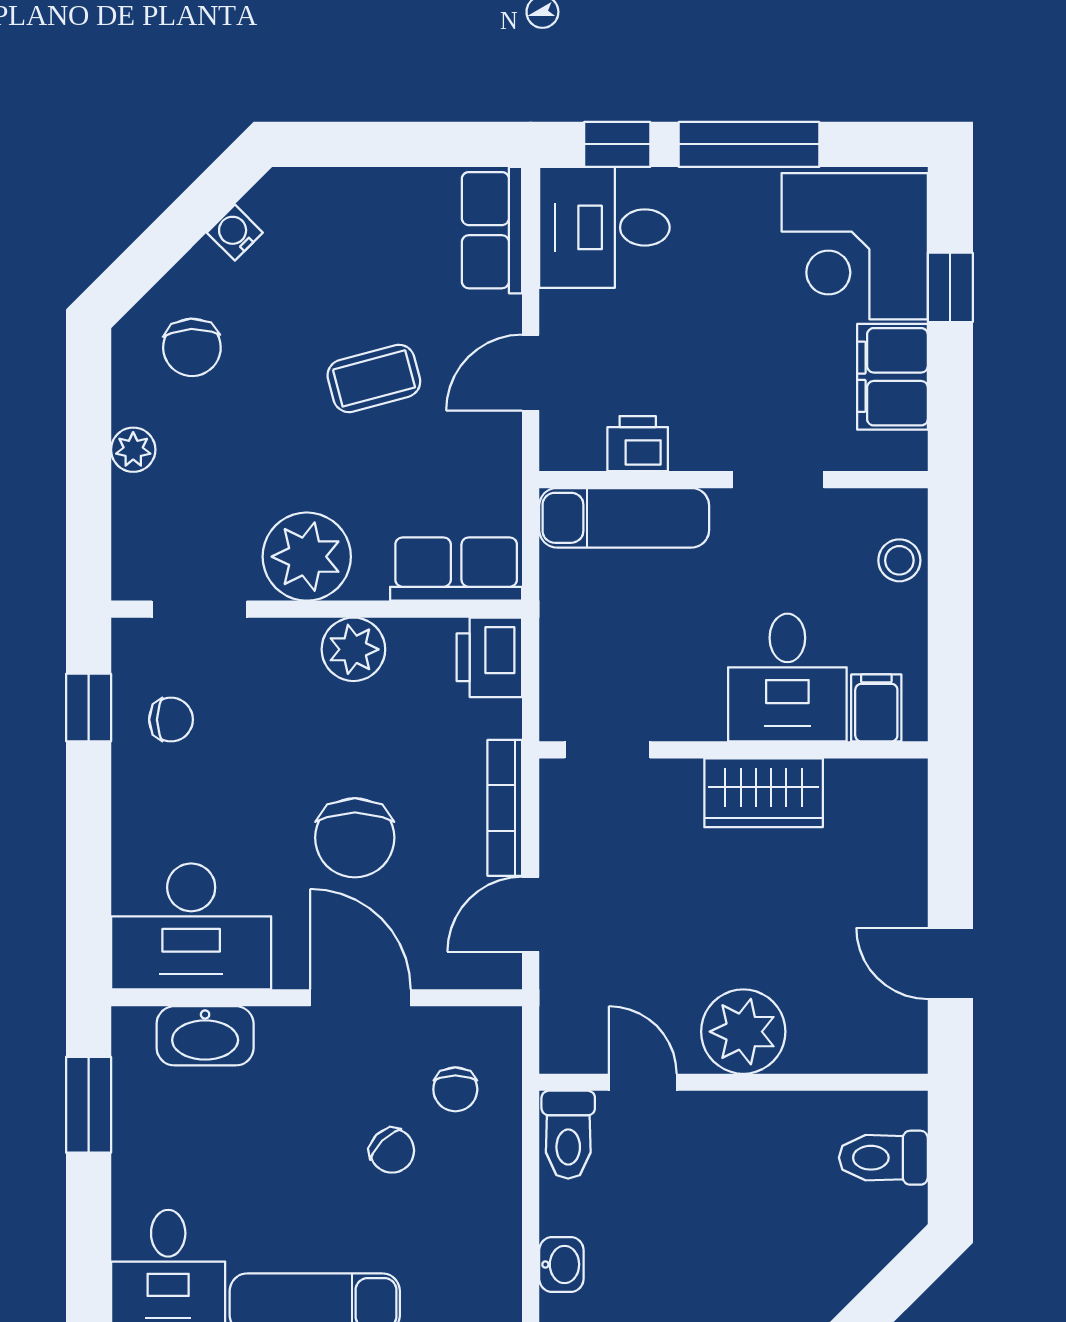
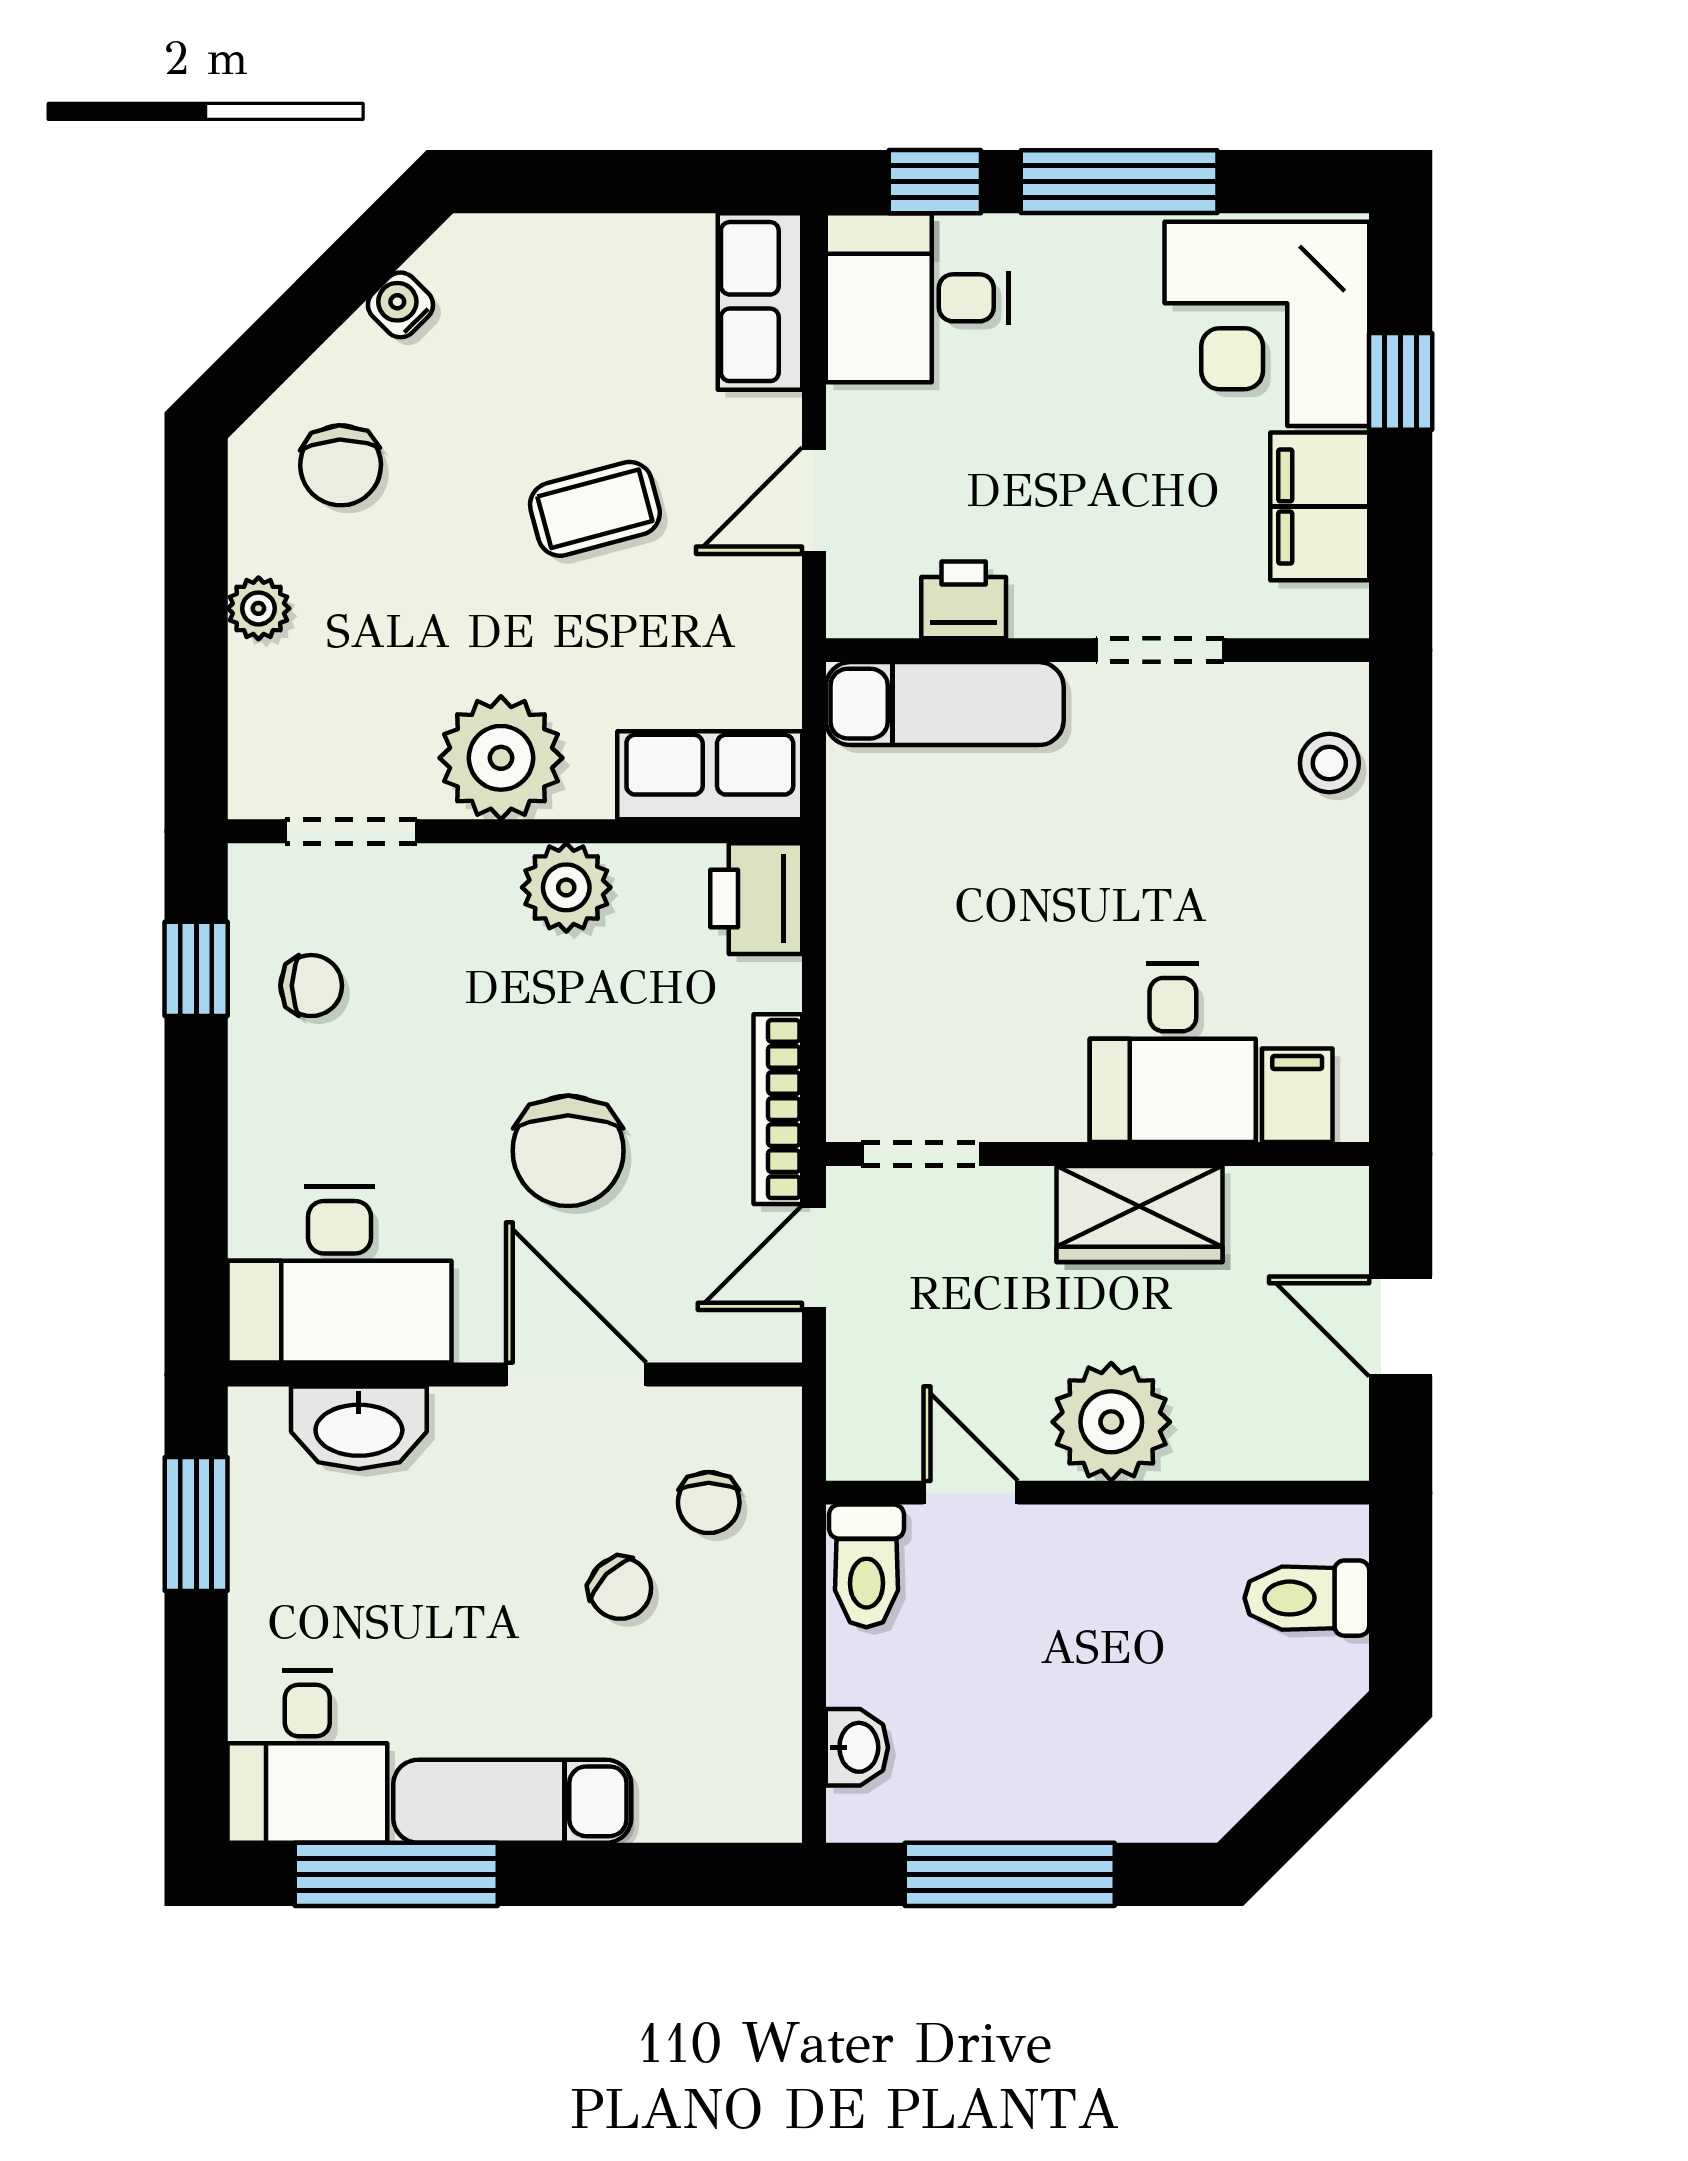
desk: (787, 678) -> (1173, 1053), moved
filing cabinet: (876, 708) -> (1297, 1095), moved
doorway: (607, 750) -> (921, 1154), moved
wall: (733, 750) -> (1097, 1154), moved
wardrobe: (764, 793) -> (1140, 1214), moved

